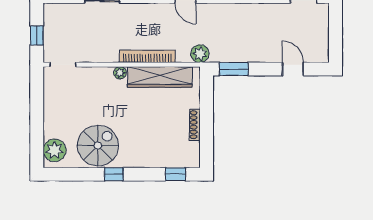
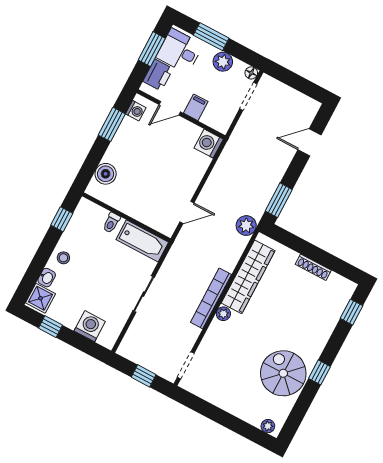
bookcase: (147, 56) -> (211, 298), moved
plant: (55, 150) -> (268, 426), width x0.53, depth x0.53

